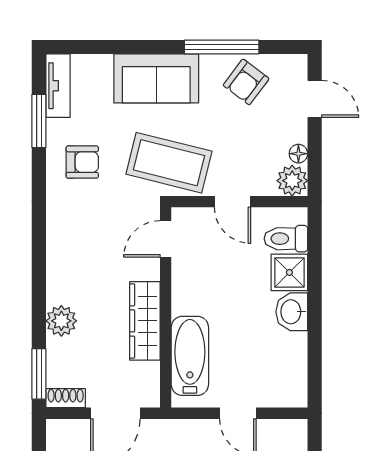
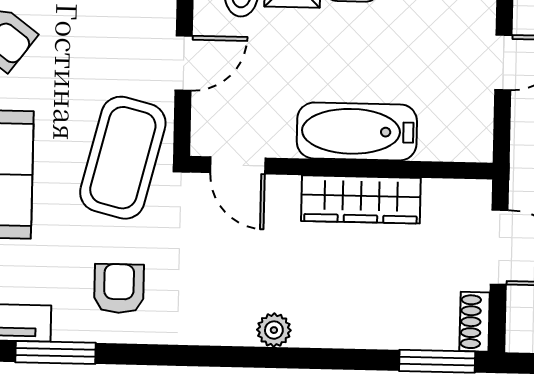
plant: (61, 321) -> (274, 330), moved, width x0.73, depth x0.73
bathtub: (190, 356) -> (357, 131), moved

